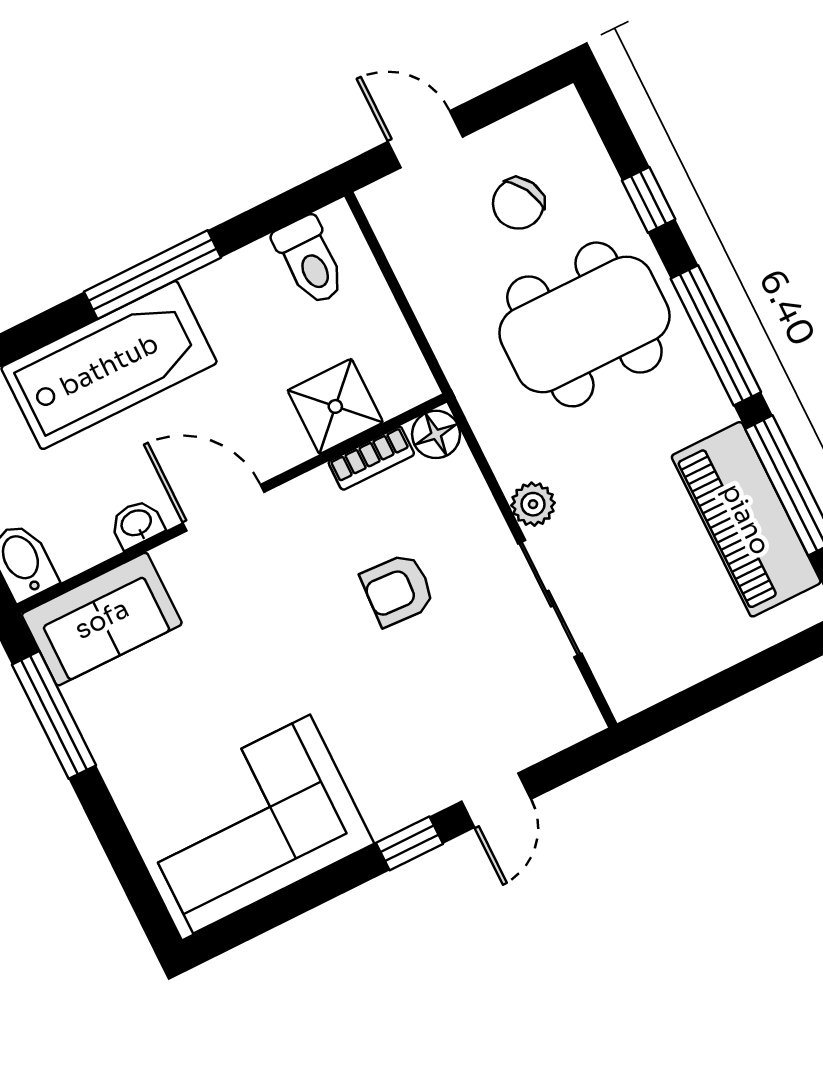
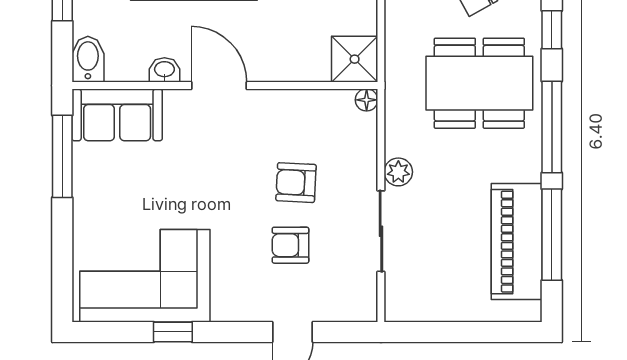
shower: (335, 406) -> (355, 59), moved
floor lamp: (436, 434) -> (367, 100), width x0.73, depth x0.73
bookcase: (371, 458) -> (318, 99), removed
armchair: (433, 681) -> (290, 245), added
window: (409, 843) -> (173, 332), moved

